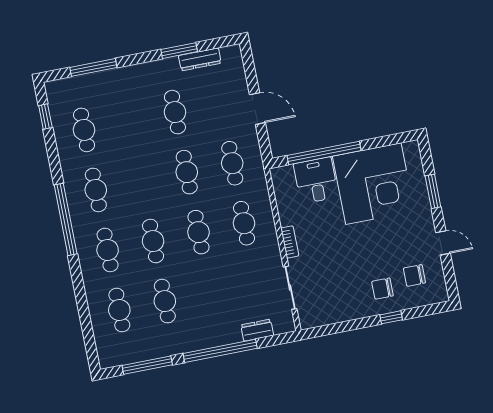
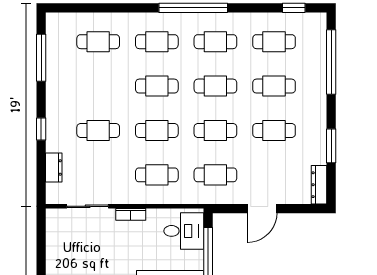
dresser: (200, 59) -> (319, 185), moved
window: (93, 67) -> (331, 62), width x1.46
cafe table: (129, 121) -> (274, 86), added
desk: (316, 180) -> (184, 231), moved
cafe table: (141, 181) -> (215, 86), added
cafe table: (165, 301) -> (98, 130), moved
window: (220, 351) -> (41, 129), width x0.32

